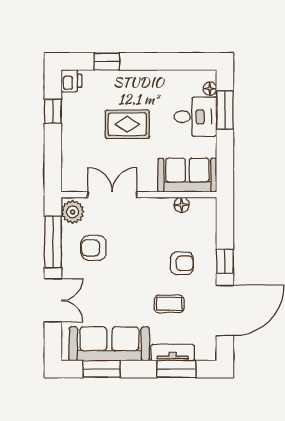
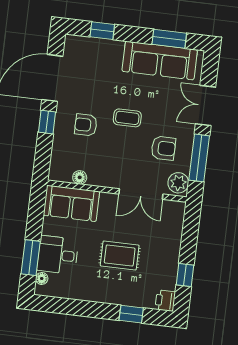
coffee table: (169, 304) -> (127, 118), moved
tv unit: (173, 353) -> (104, 46), removed
window: (176, 369) -> (102, 31), width x0.67

